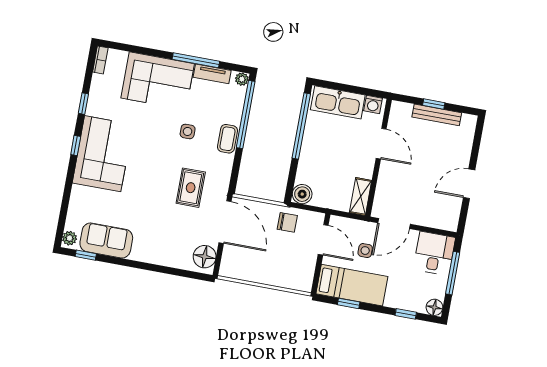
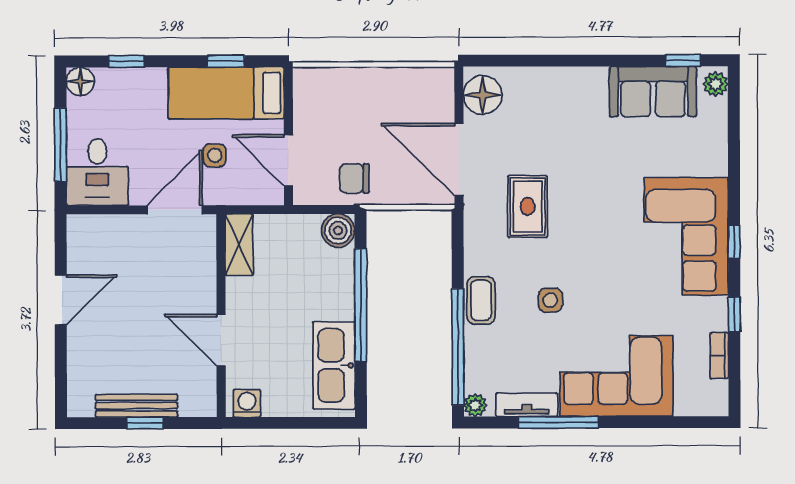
bookcase: (100, 60) -> (719, 356), moved
kitchen sink: (338, 102) -> (334, 365), moved, turned -90
window: (301, 126) -> (361, 305), moved

